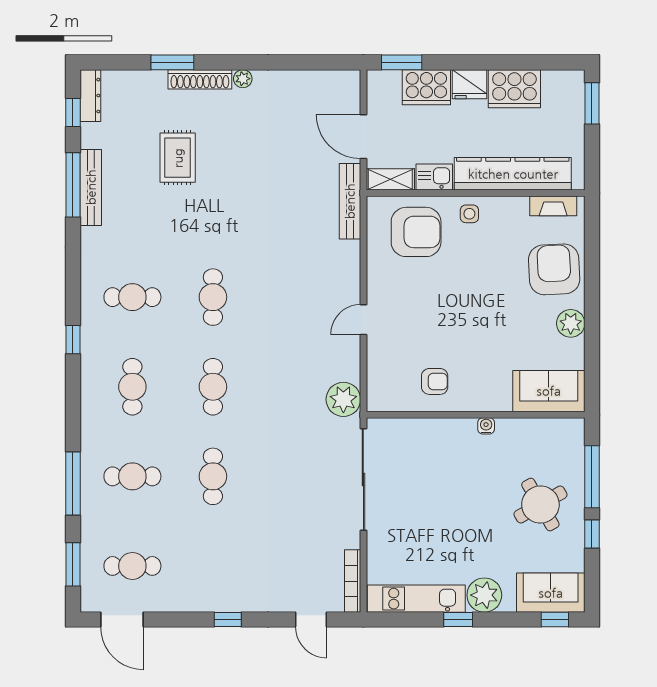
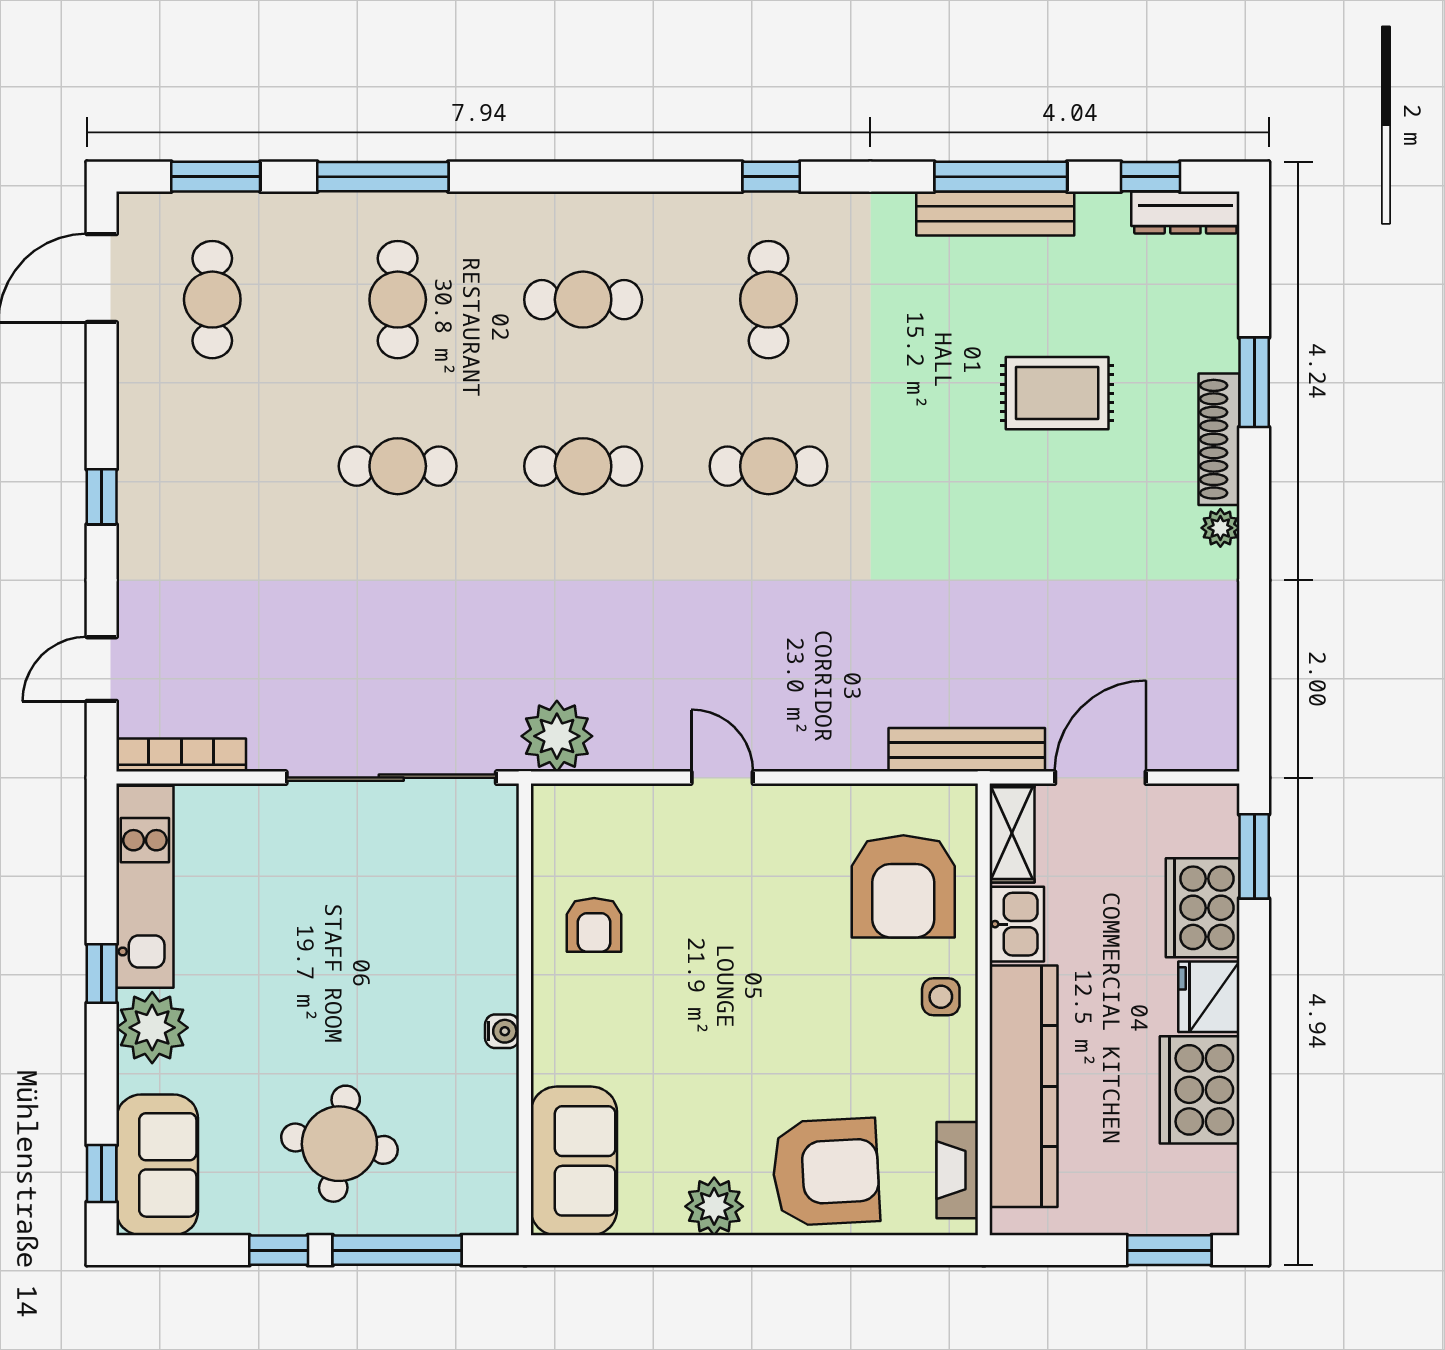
window: (73, 340) -> (771, 177), moved
round table: (540, 504) -> (339, 1144), turned 38

